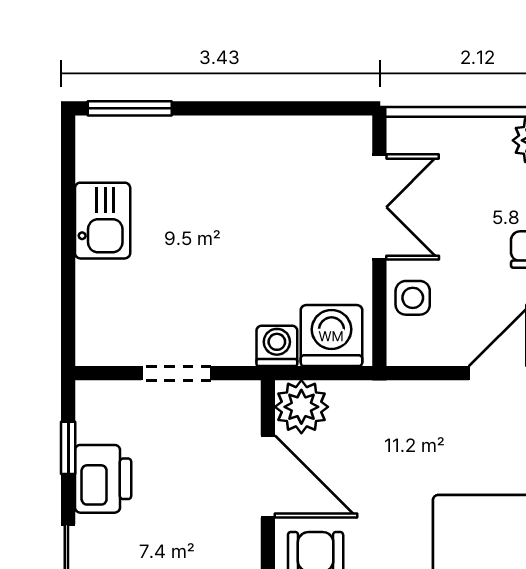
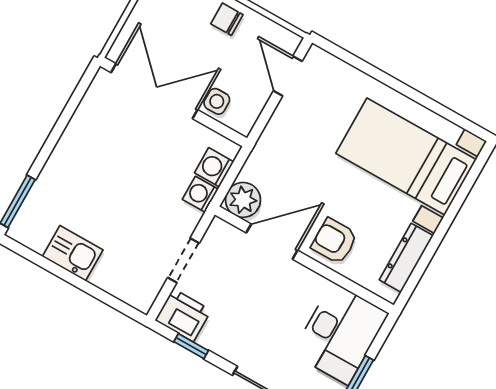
double door: (379, 207) -> (154, 91), width x1.37
washing machine: (331, 336) -> (214, 167), width x0.73, depth x0.73
printer: (103, 479) -> (183, 315), moved

